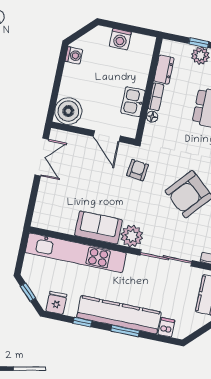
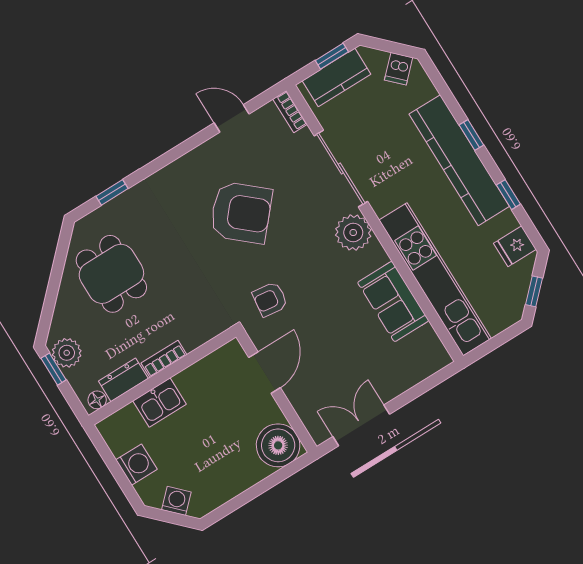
washing machine: (74, 55) -> (176, 501), moved, turned 45
kitchen sink: (133, 102) -> (160, 403), moved
floor lamp: (152, 117) -> (97, 400), moved
sofa: (98, 228) -> (393, 302), moved
dishwasher: (166, 327) -> (399, 69), moved, turned -45
window: (125, 331) -> (471, 135), width x0.67

